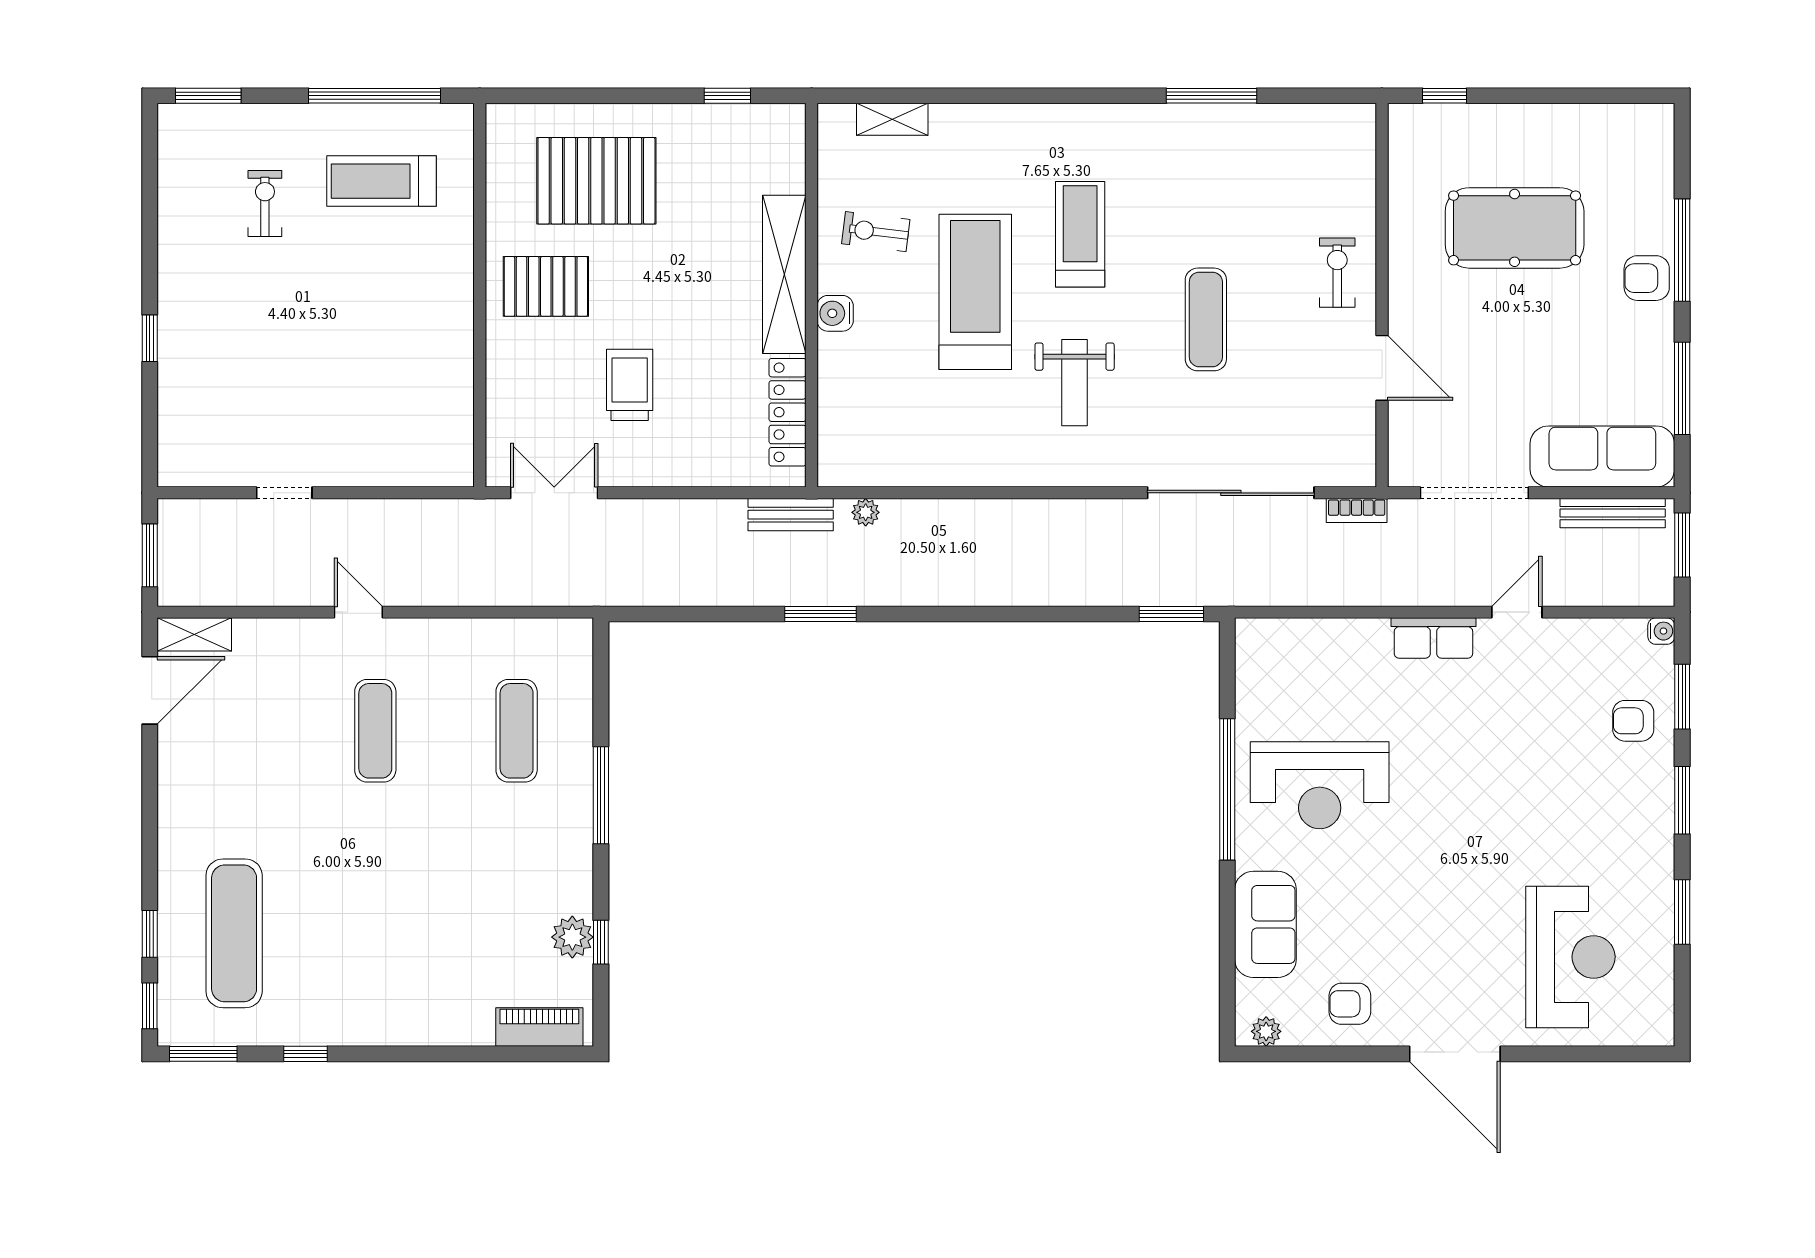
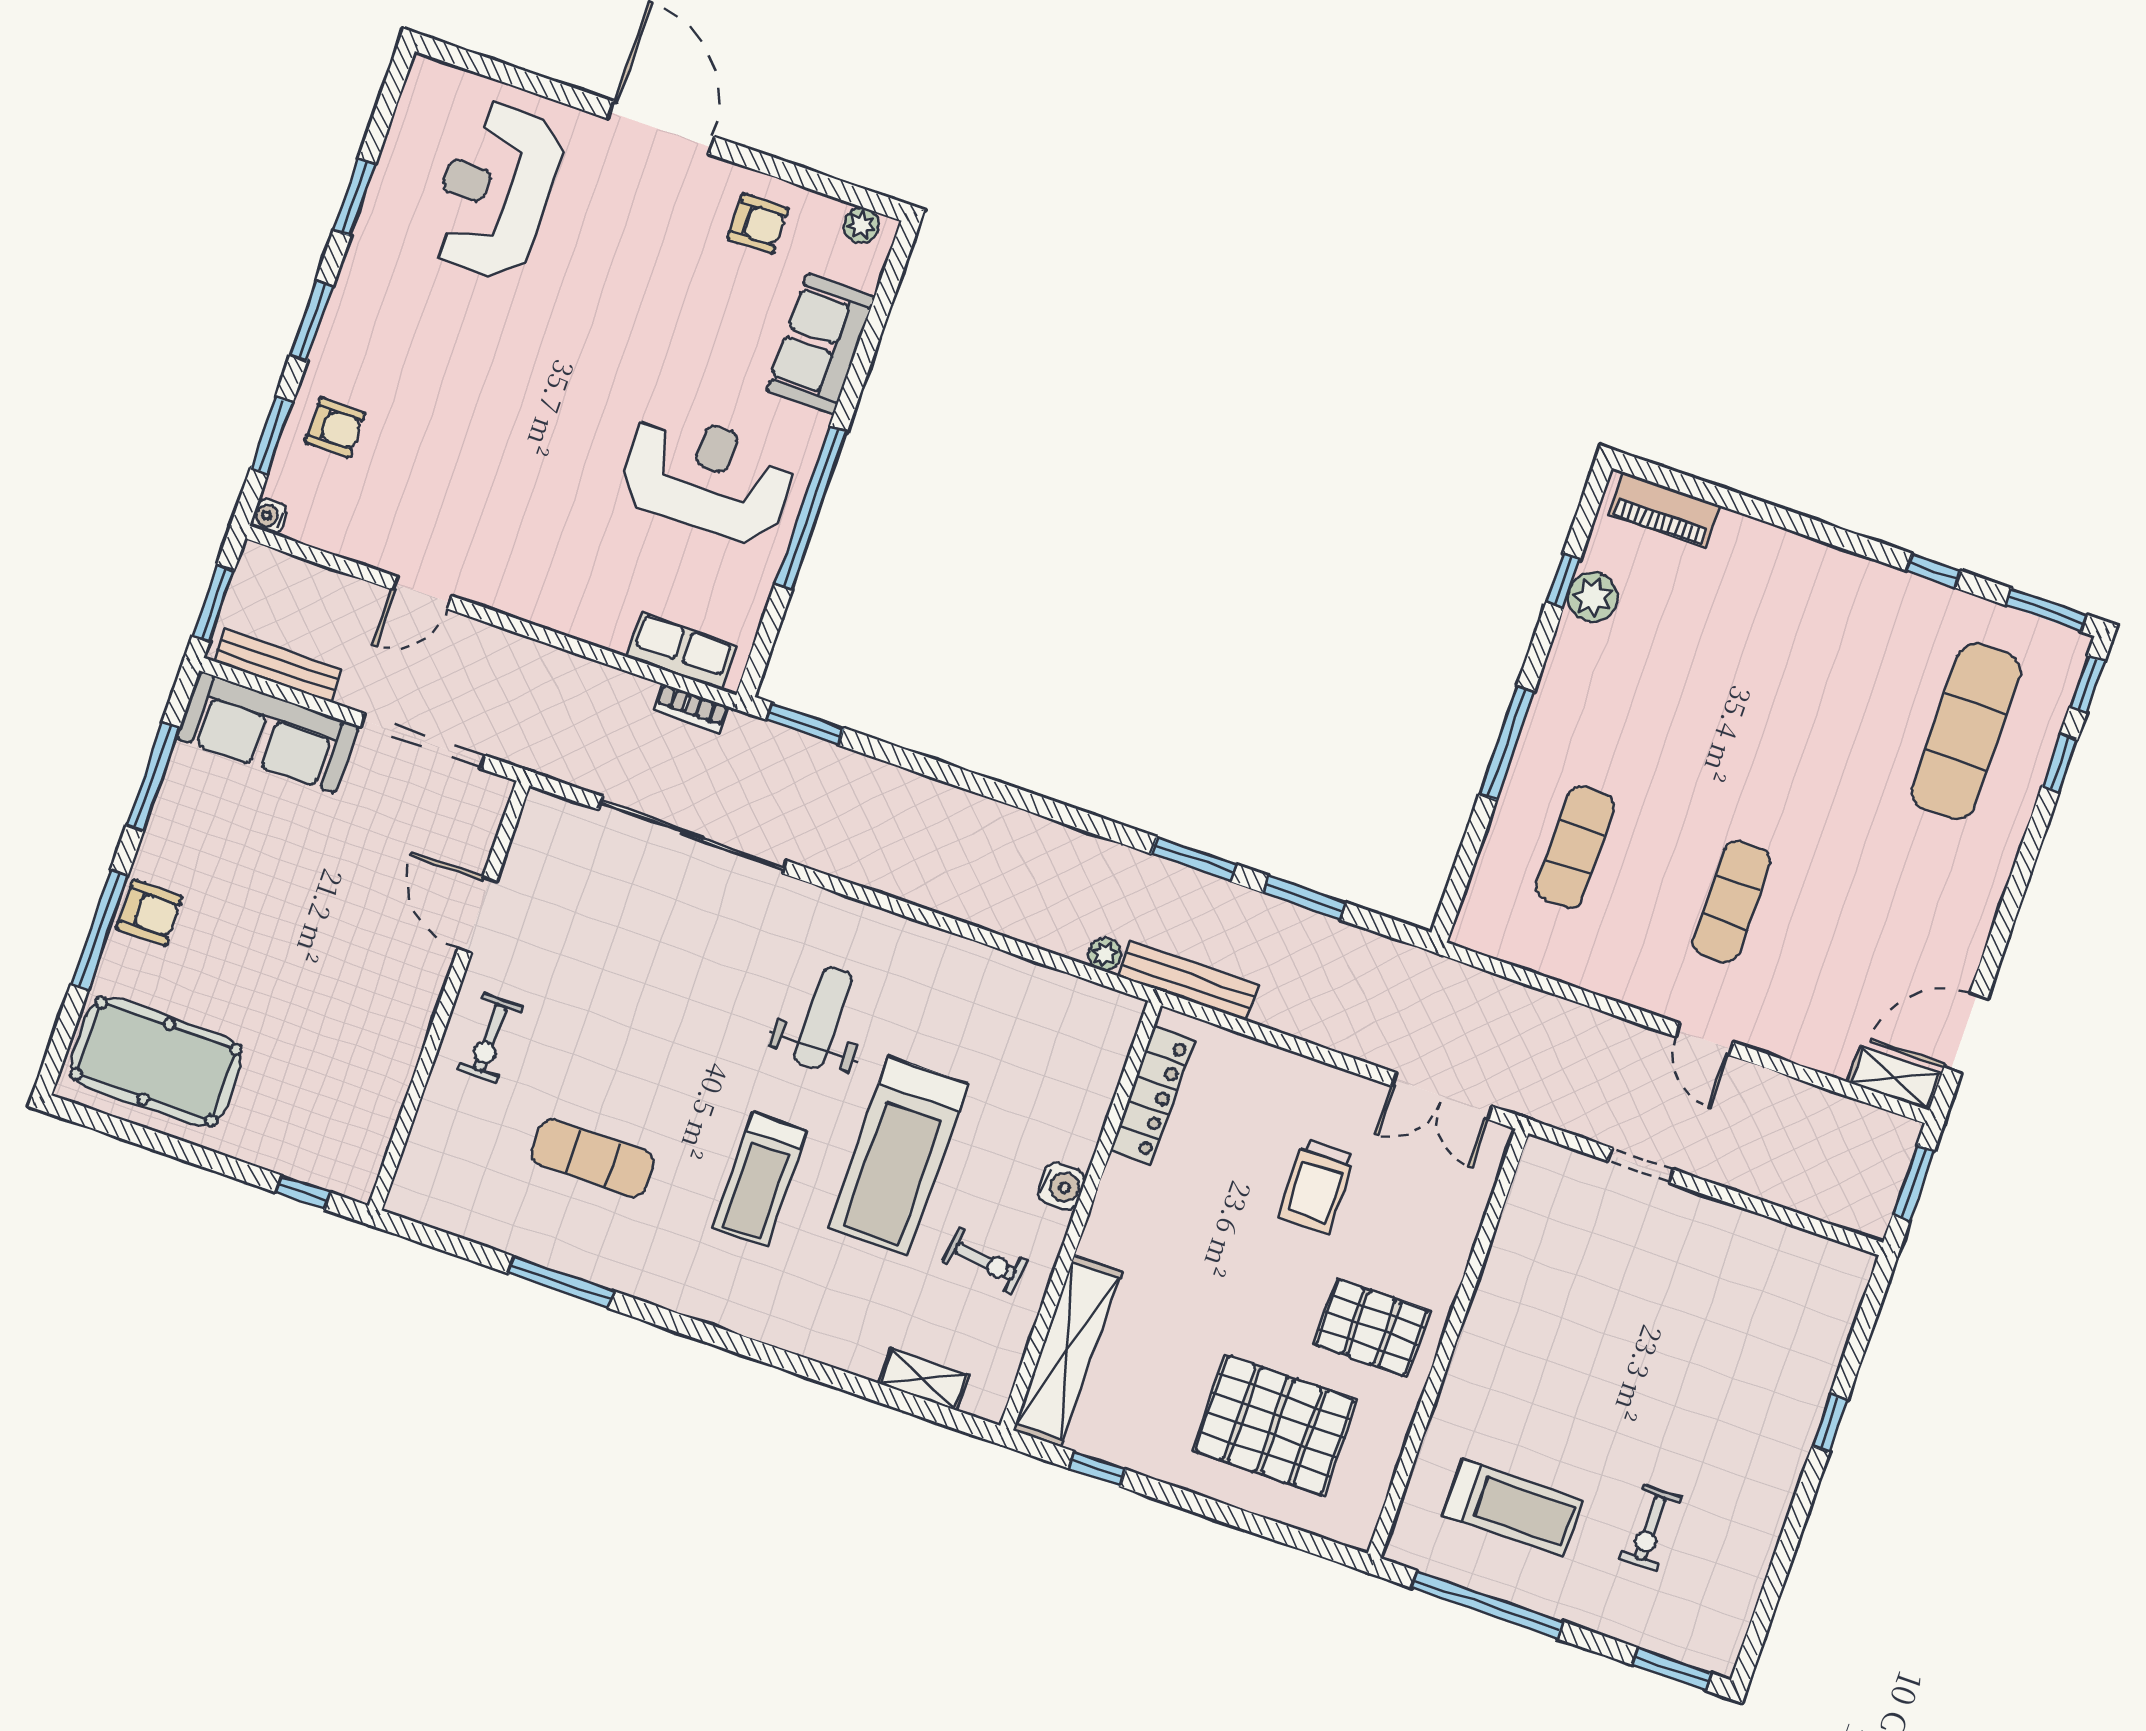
pool table: (1515, 228) -> (156, 1062), moved
shelving: (784, 274) -> (1067, 1351), moved
exercise mat: (1206, 319) -> (592, 1158), moved, turned 90
doorway: (284, 493) -> (1641, 1165), moved
bookcase: (1357, 510) -> (691, 708), moved, turned 180
bench: (791, 515) -> (1188, 981), width x1.36
window: (721, 614) -> (1304, 898), added
row of seats: (1433, 638) -> (681, 651), moved

